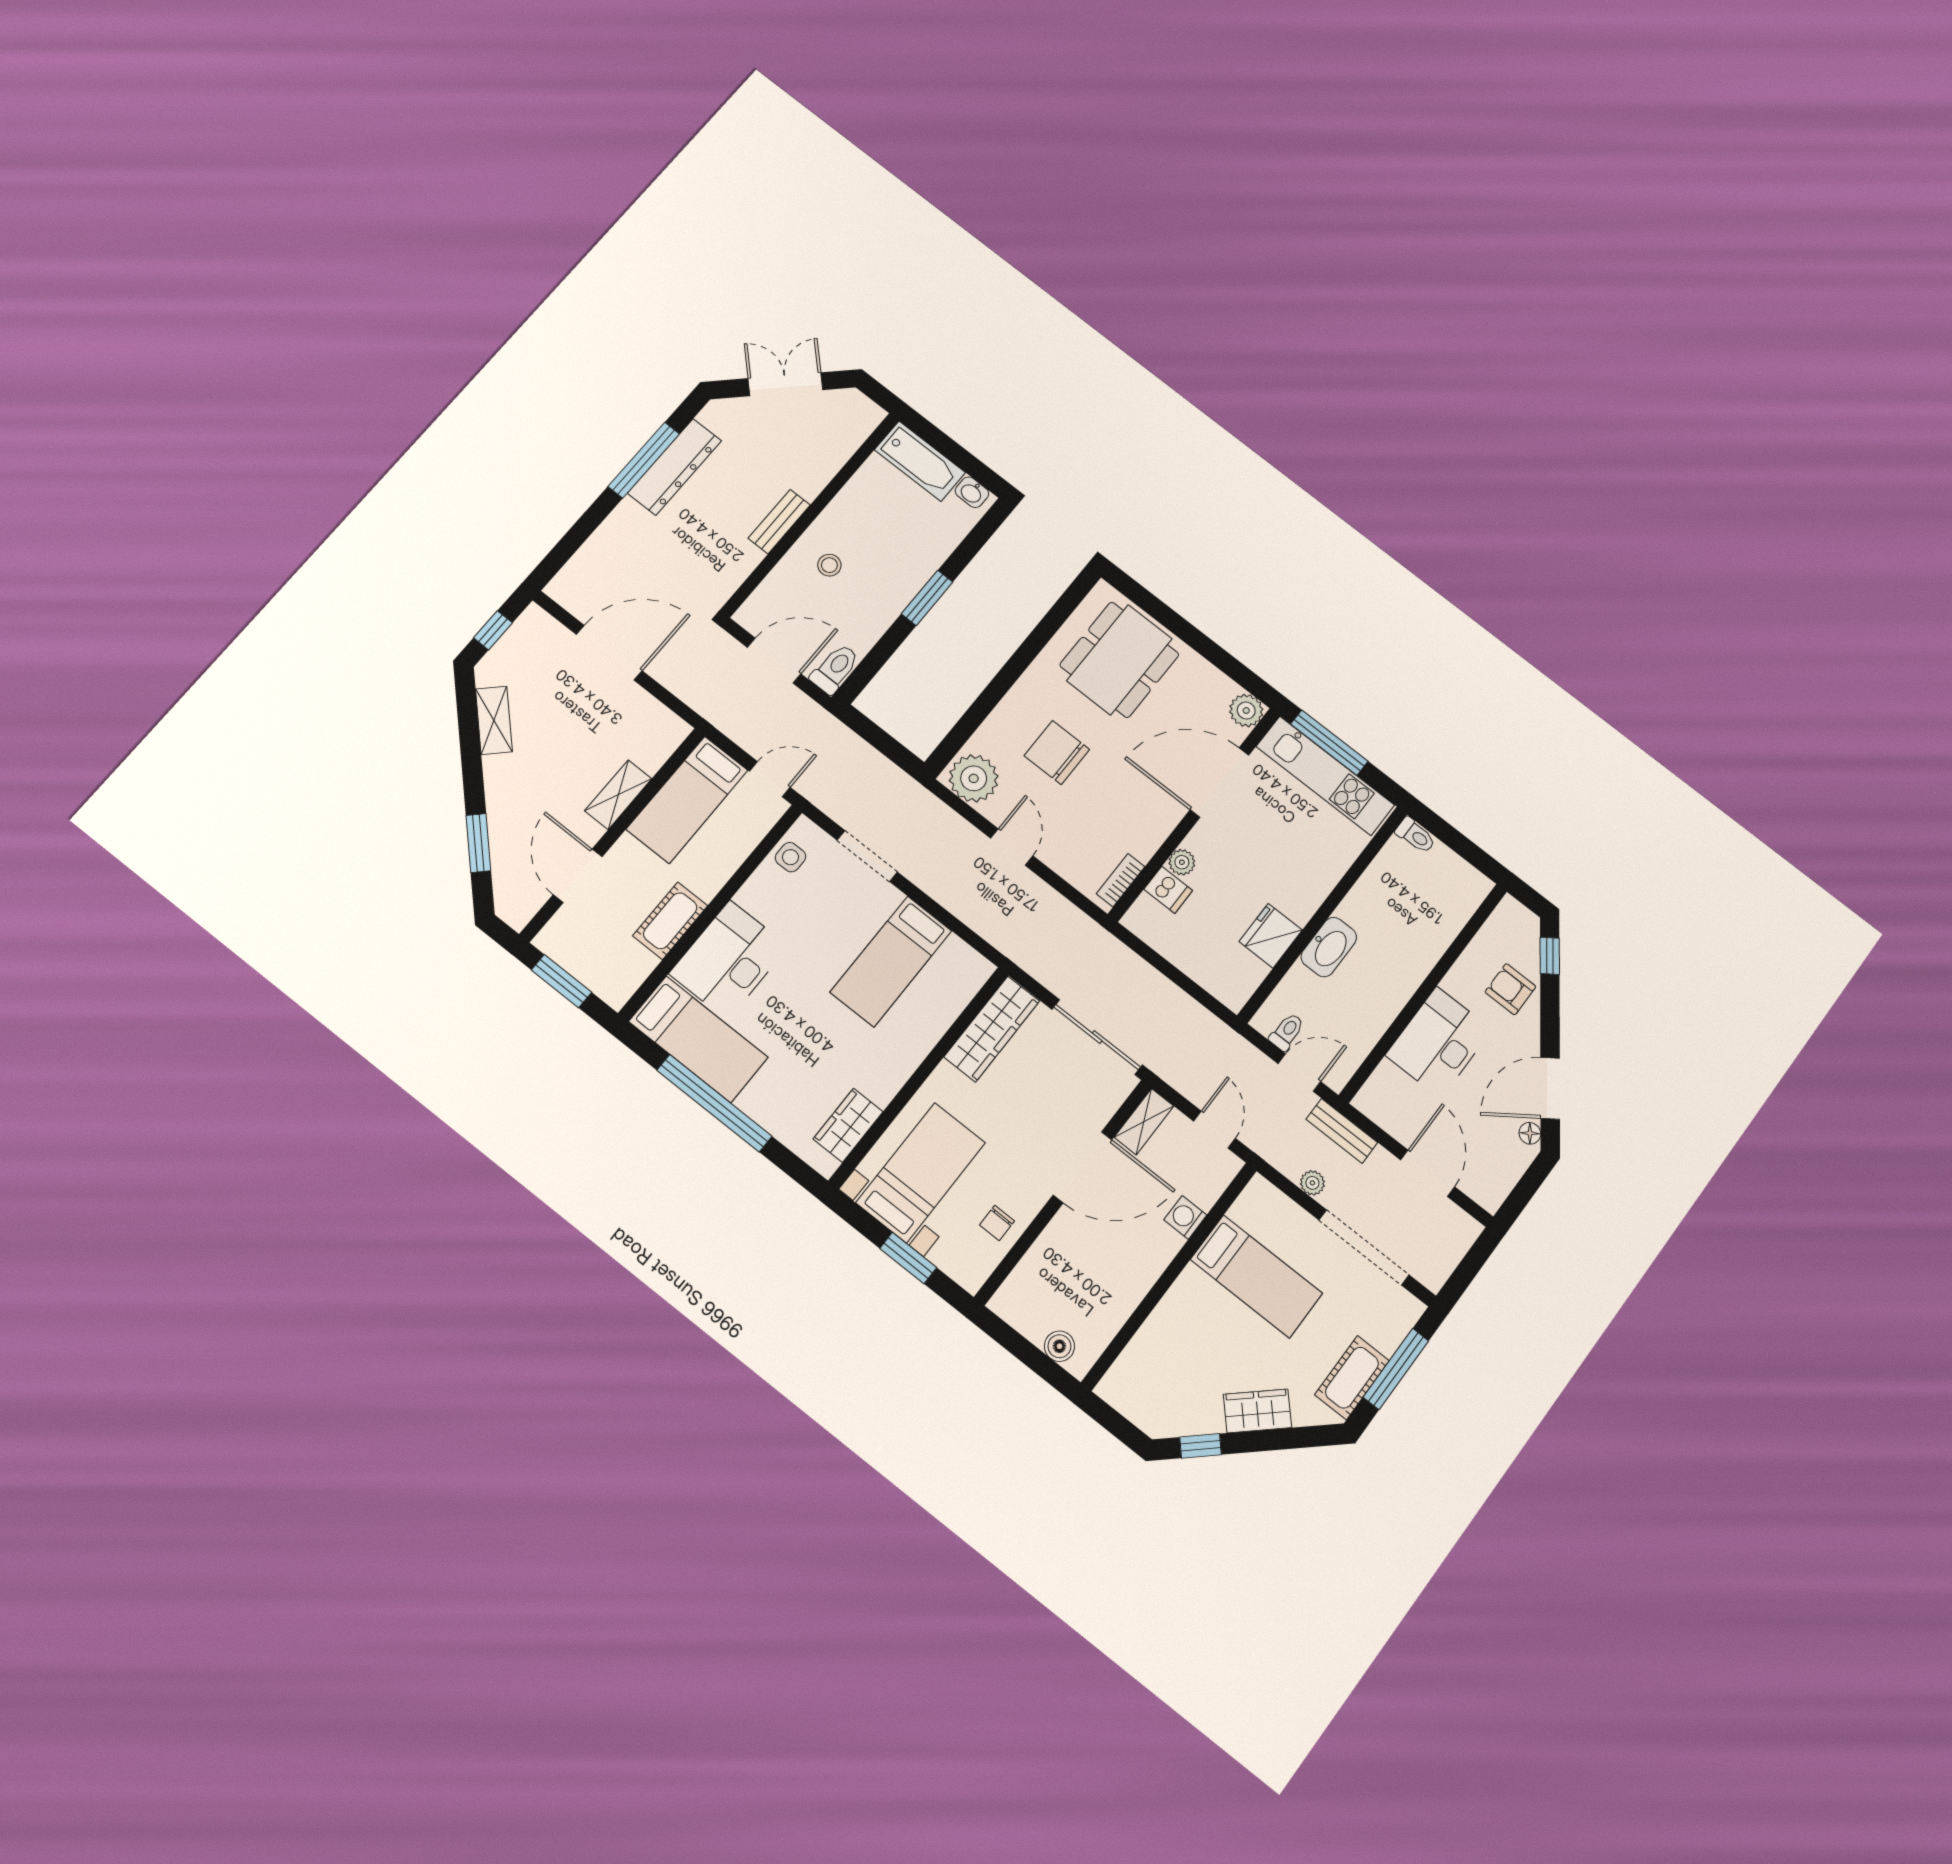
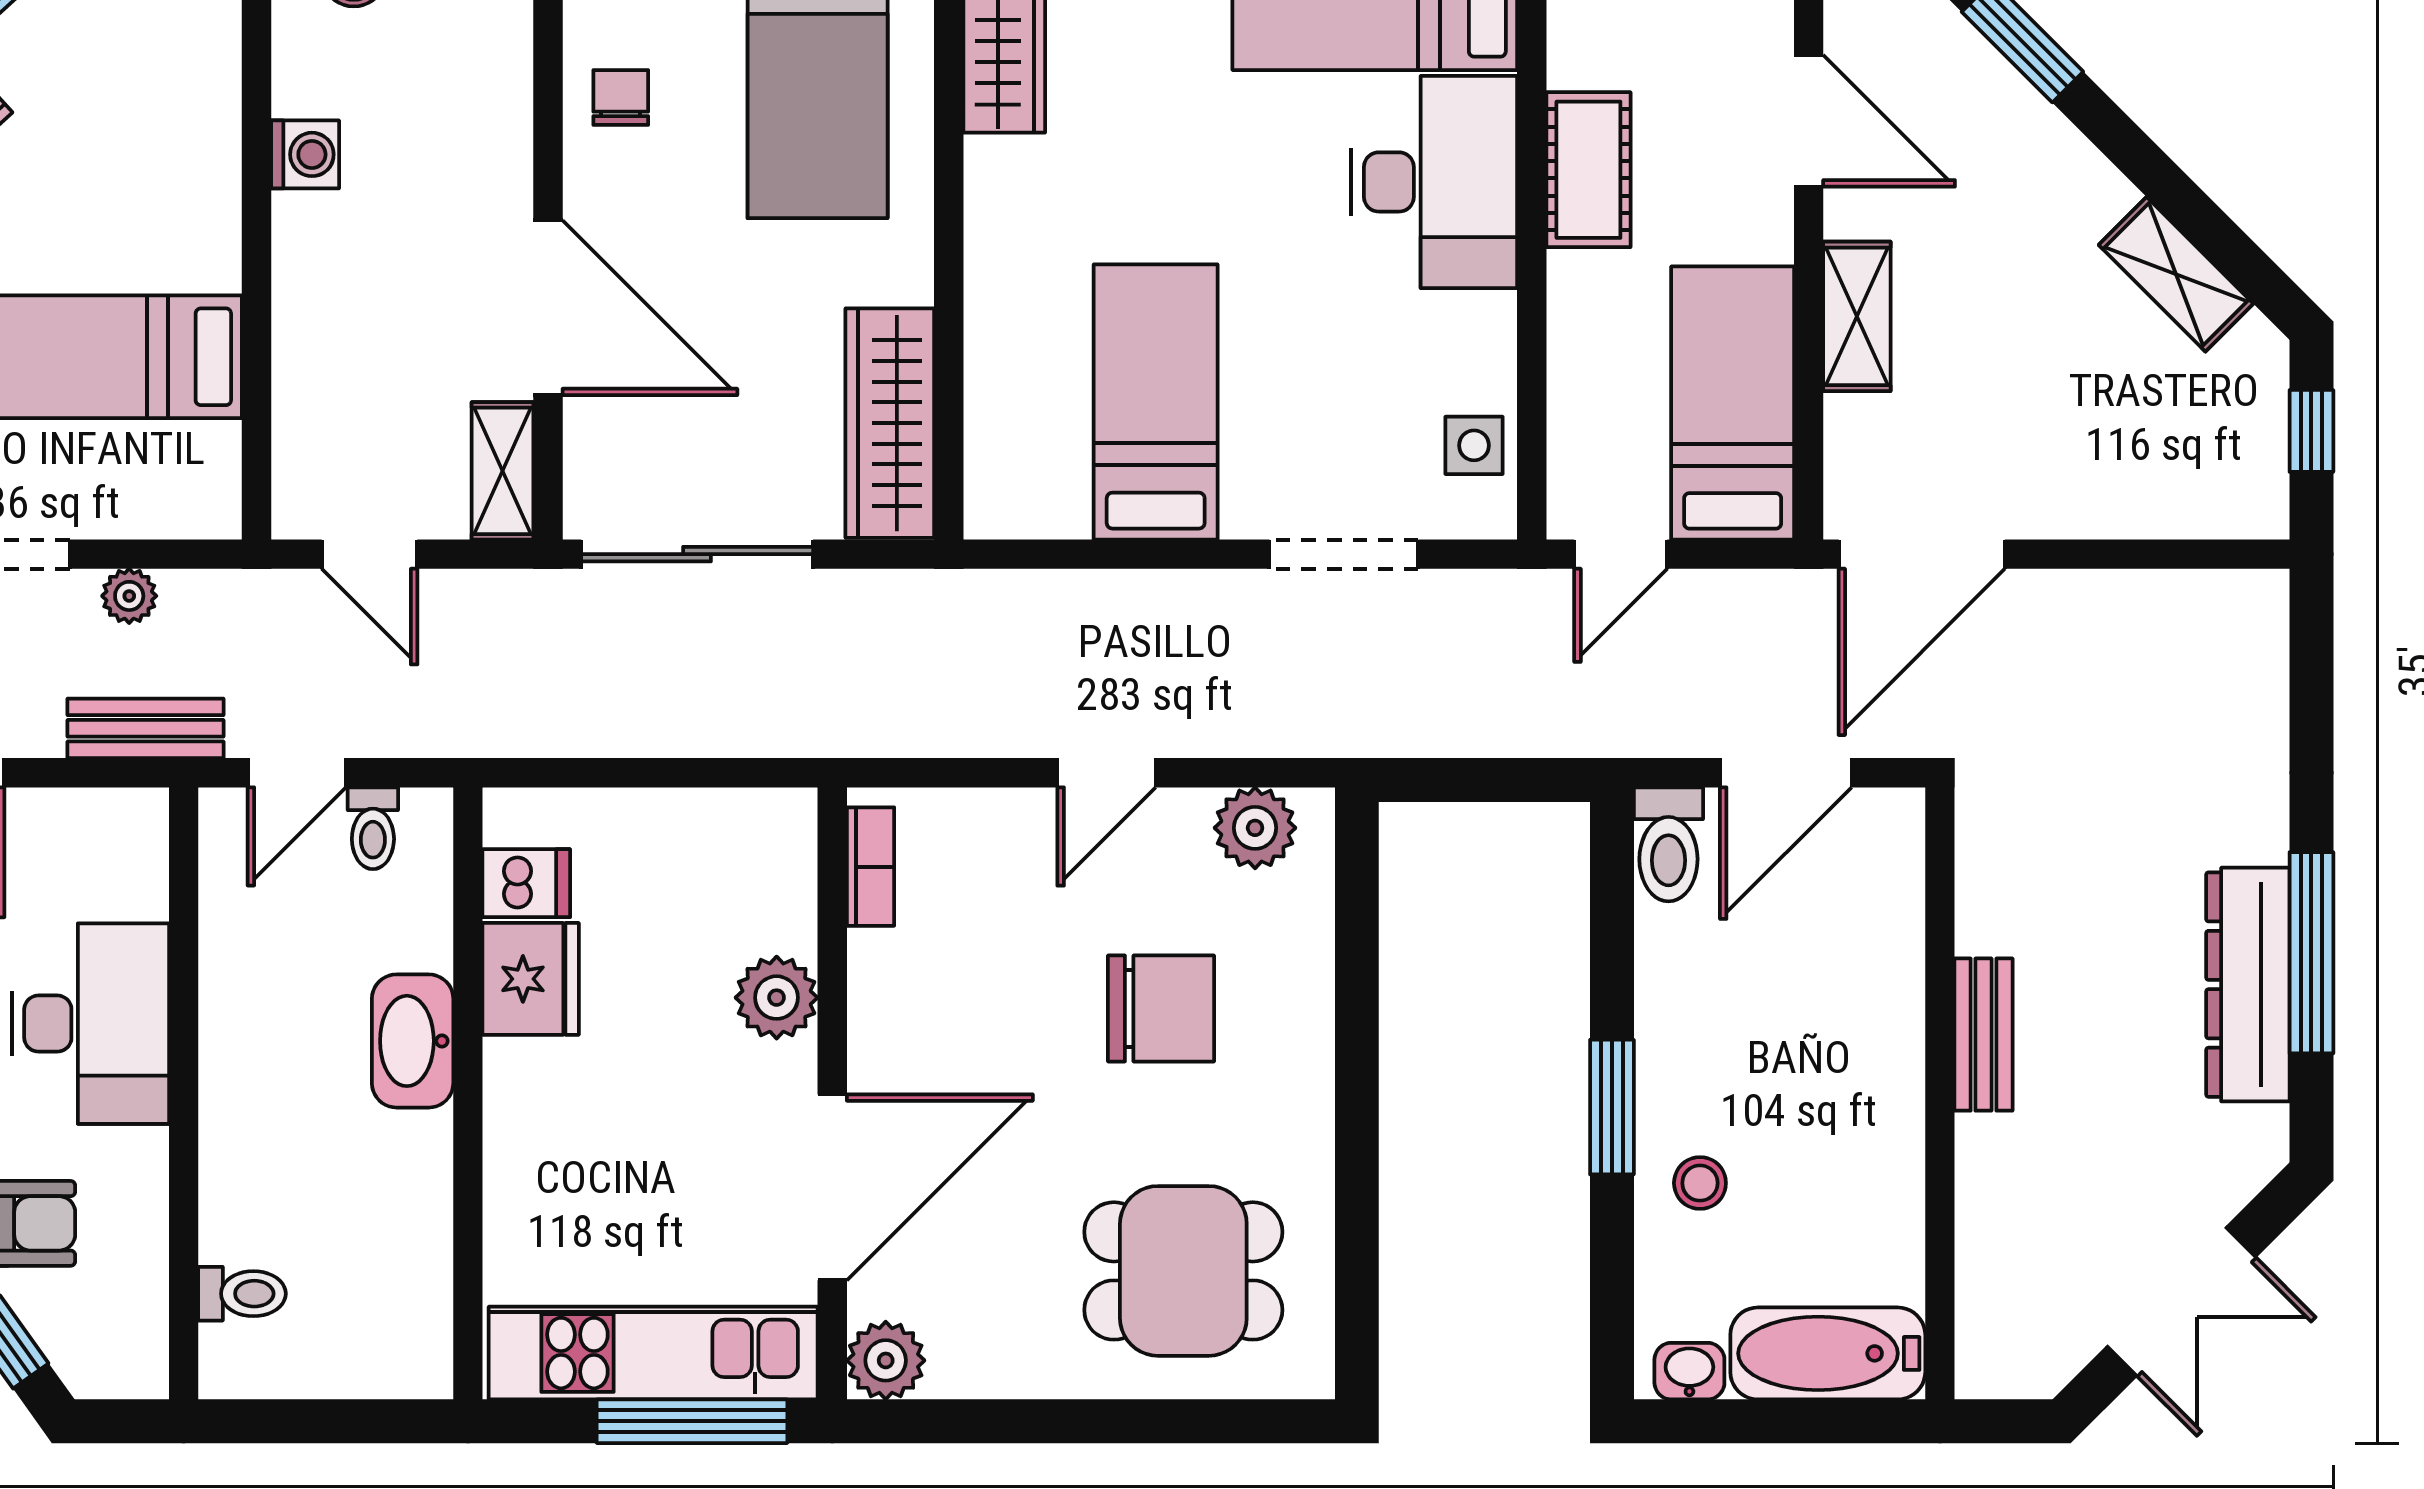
stool: (829, 565) -> (1700, 1183), moved
door: (609, 653) -> (1922, 554), moved
dining table: (1119, 660) -> (1183, 1271), width x0.73
plant: (974, 778) -> (1255, 828), width x0.73, depth x0.73
toilet: (1416, 835) -> (242, 1294), moved, turned 180
door: (1012, 847) -> (1107, 773), hinge flipped
plant: (1182, 862) -> (777, 998), width x1.38, depth x1.38
dishwasher: (1168, 890) -> (526, 883), moved, turned 180
door: (1082, 1167) -> (548, 308), swing flipped
washing machine: (1185, 1217) -> (305, 154), moved

